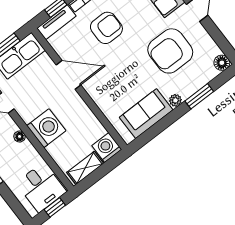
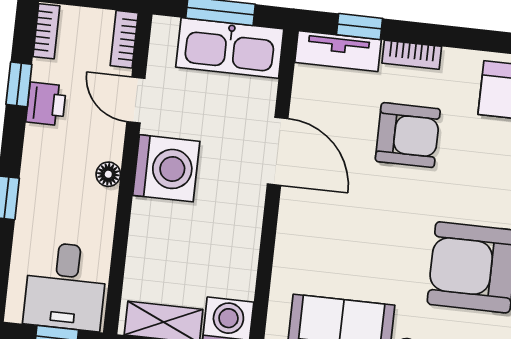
washing machine: (46, 128) -> (166, 168), moved

